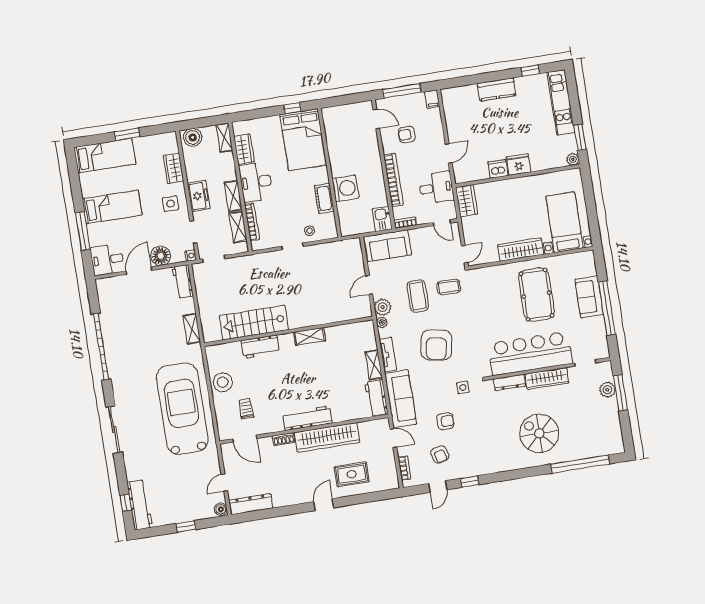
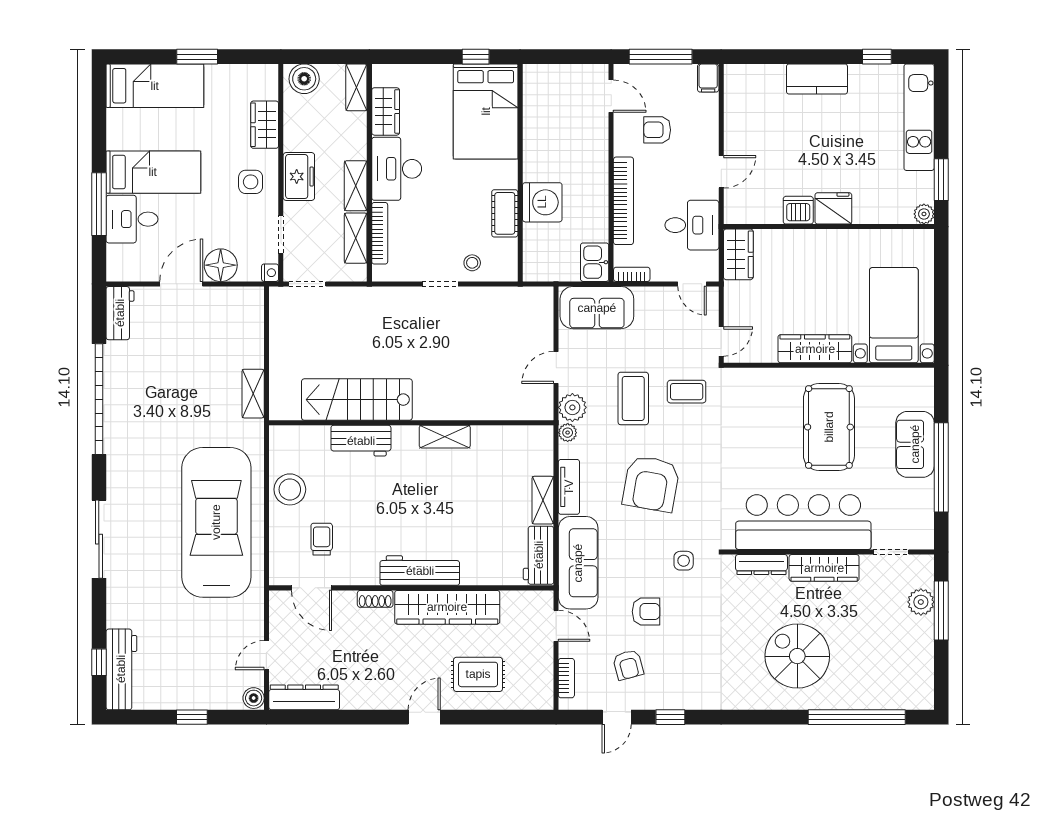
desk: (107, 260) -> (132, 219), moved
workbench: (183, 281) -> (120, 313), moved, turned 180

